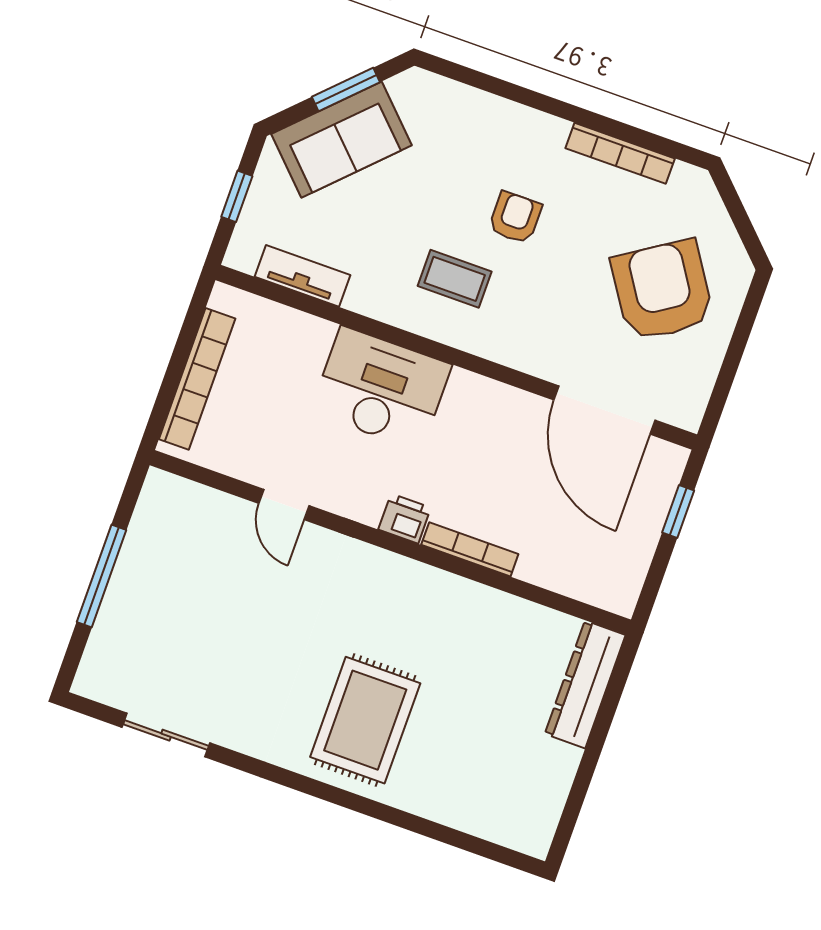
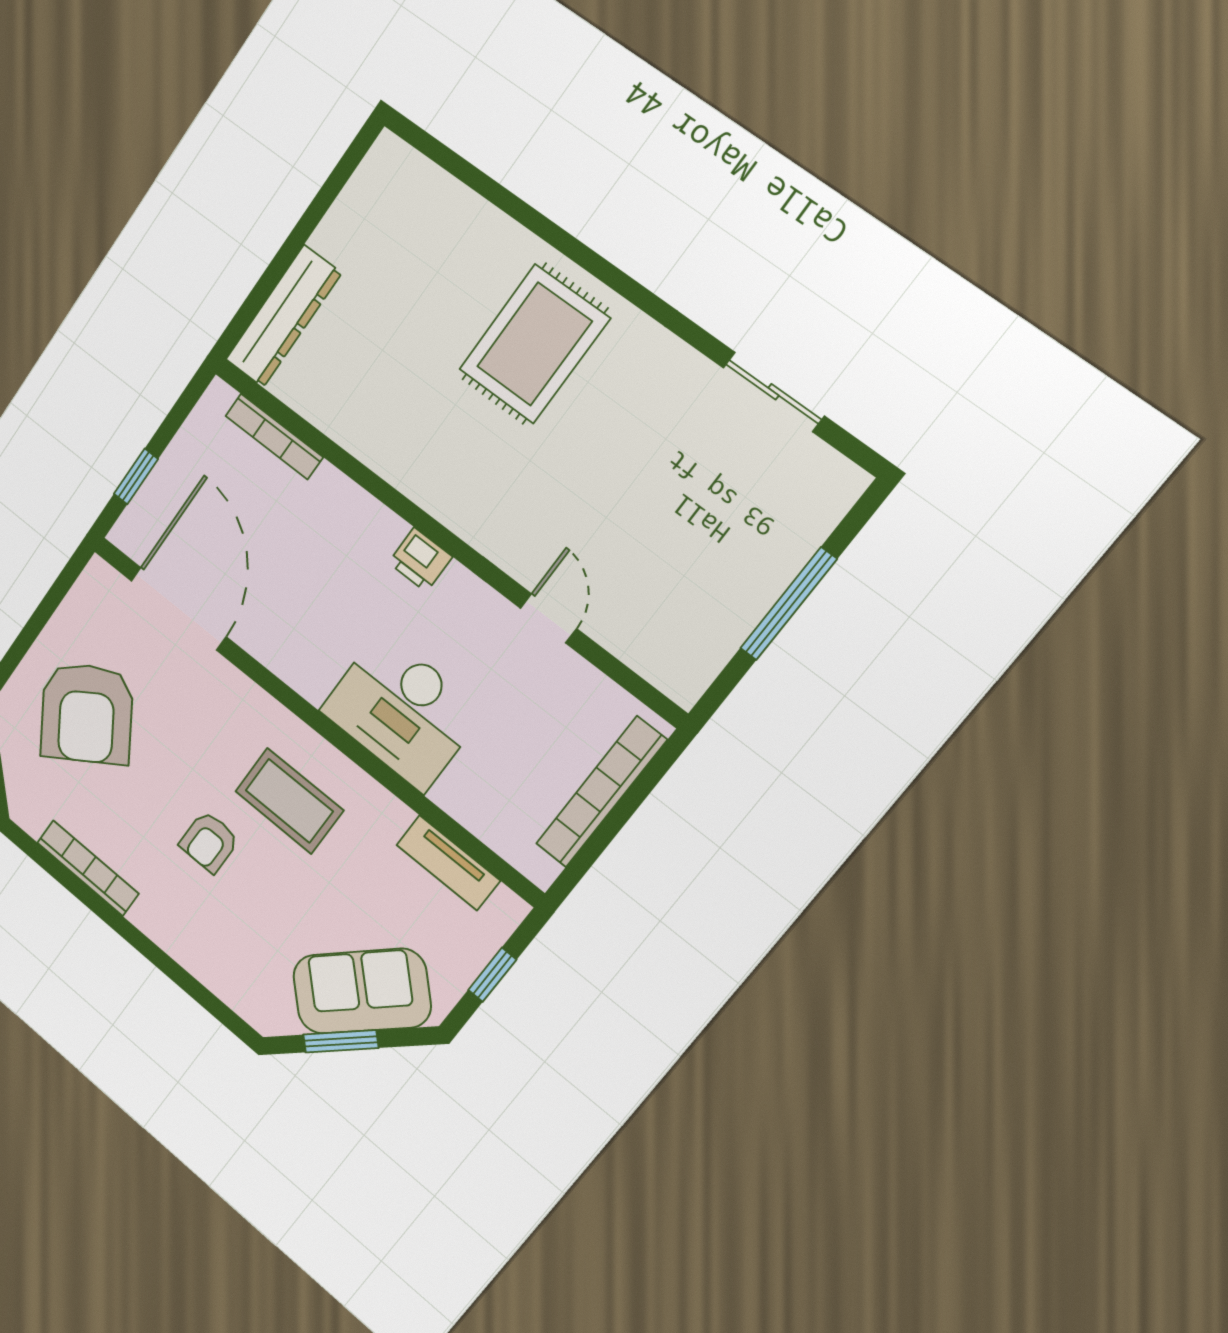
coffee table: (455, 279) -> (289, 801), width x1.36, depth x1.30
bookcase: (470, 549) -> (274, 436), moved

